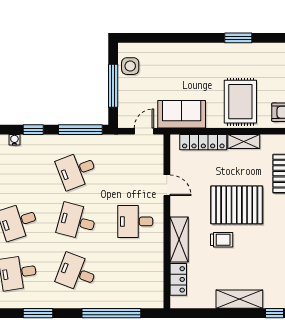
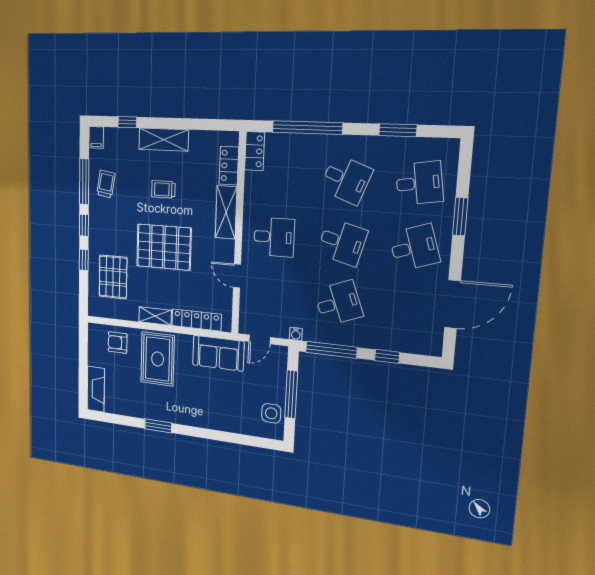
water cooler: (14, 140) -> (296, 334), moved
trolley: (222, 240) -> (163, 189), moved
locker: (156, 292) -> (255, 151), added

